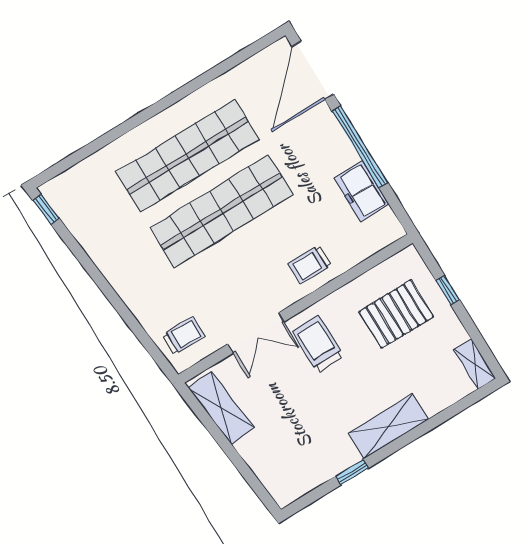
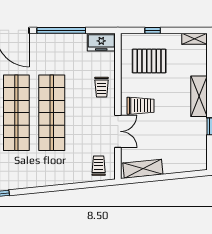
freezer: (362, 191) -> (101, 42), moved
pallet: (396, 314) -> (149, 61), turned 90
trolley: (318, 344) -> (141, 106), turned 180

